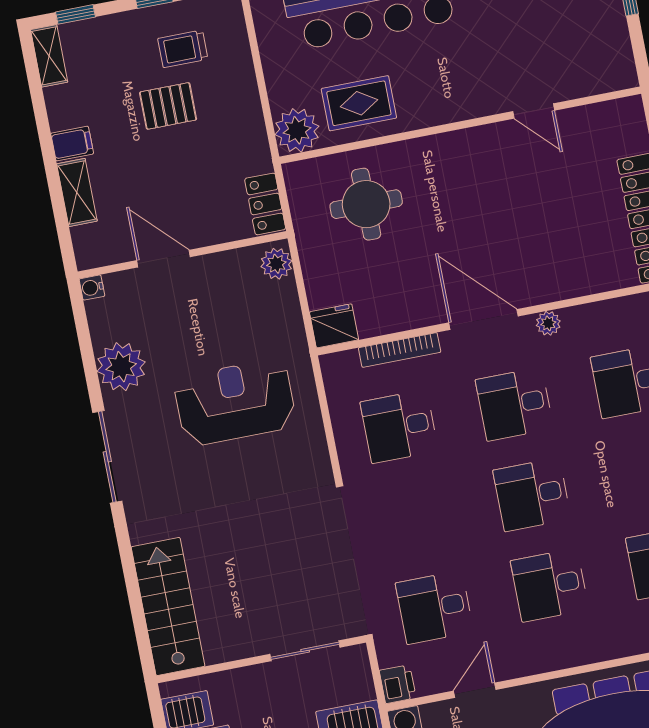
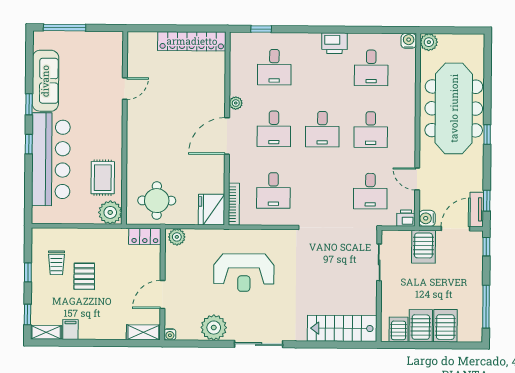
filing cabinet: (72, 144) -> (70, 329), moved
shelving: (77, 192) -> (143, 332), moved
round table: (366, 204) -> (157, 201), moved
fridge: (334, 326) -> (212, 210), width x1.36, depth x1.34
bookcase: (400, 350) -> (234, 204), moved
reception desk: (235, 402) -> (244, 273), turned -90

